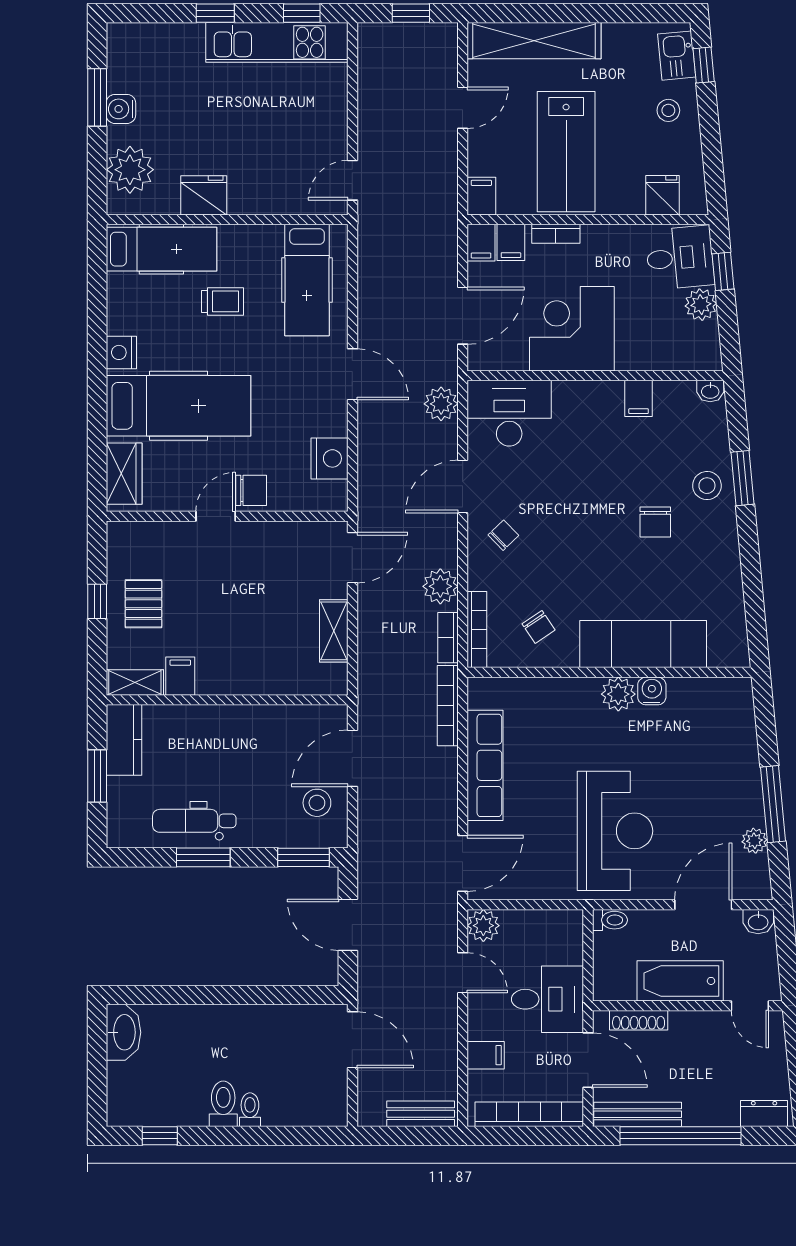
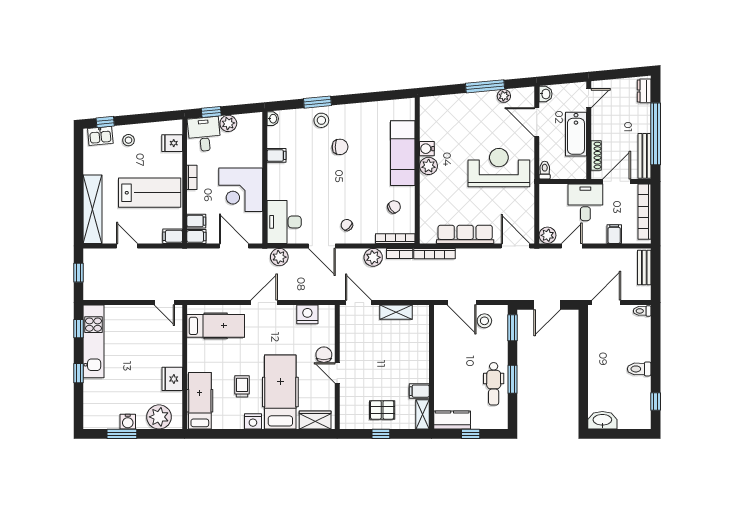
bookcase: (556, 234) -> (192, 177), moved
trolley: (223, 301) -> (242, 386), moved
window: (97, 776) -> (471, 434), width x0.67
toilet: (250, 1110) -> (642, 311), moved

